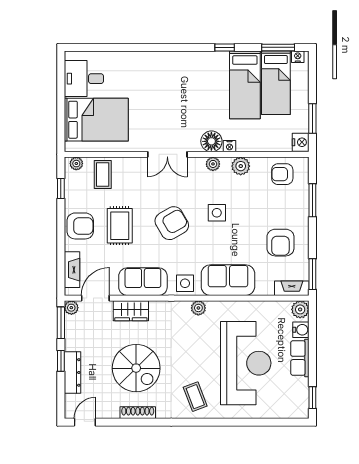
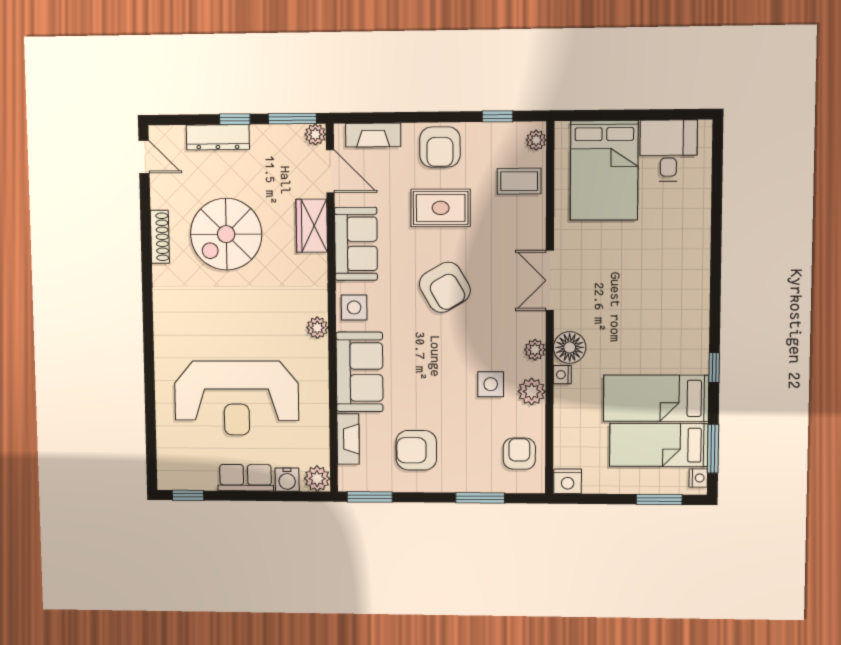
window: (312, 118) -> (659, 499), moved
side table: (217, 213) -> (491, 384), moved
fireplace: (292, 288) -> (348, 439), moved
coffee table: (195, 397) -> (186, 323), removed

